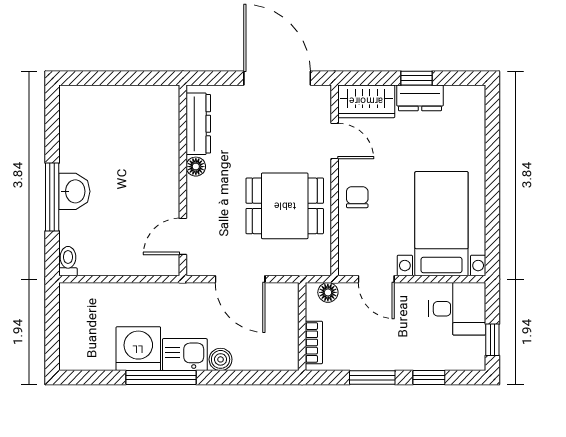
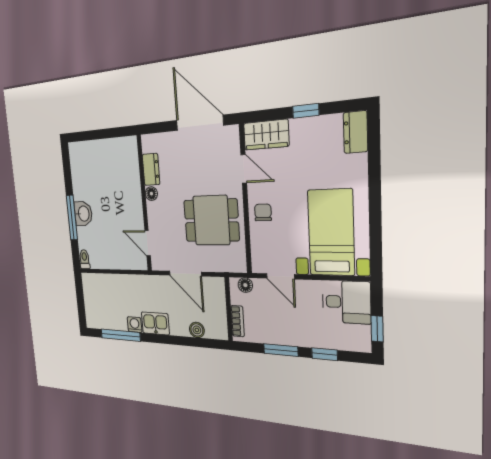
dresser: (420, 98) -> (355, 132), moved, turned 90
dresser: (198, 124) -> (151, 169), width x0.70
door: (183, 236) -> (148, 243), hinge flipped
washing machine: (138, 349) -> (135, 325), width x0.53, depth x0.53
boiler: (221, 359) -> (197, 330), moved
window: (161, 378) -> (121, 335), moved

